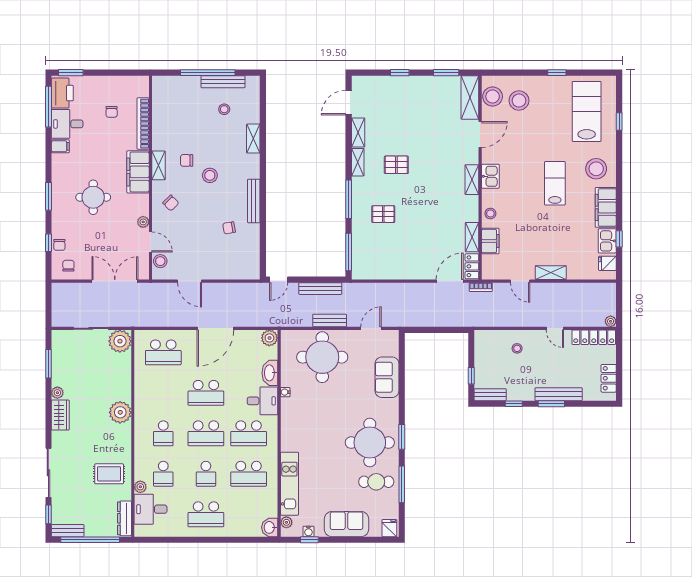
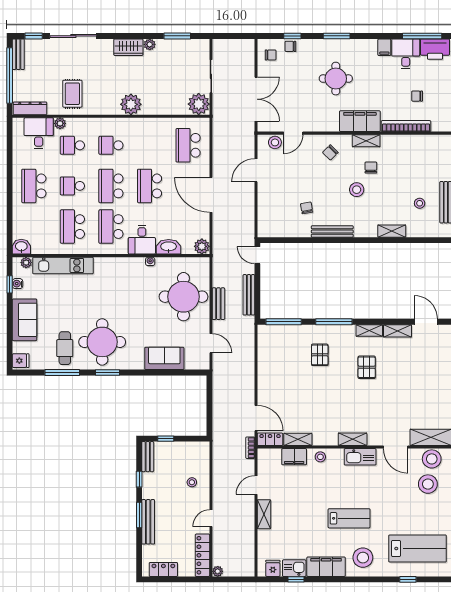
kitchen sink: (490, 176) -> (360, 457), width x1.38
plant: (143, 222) -> (312, 126), removed

